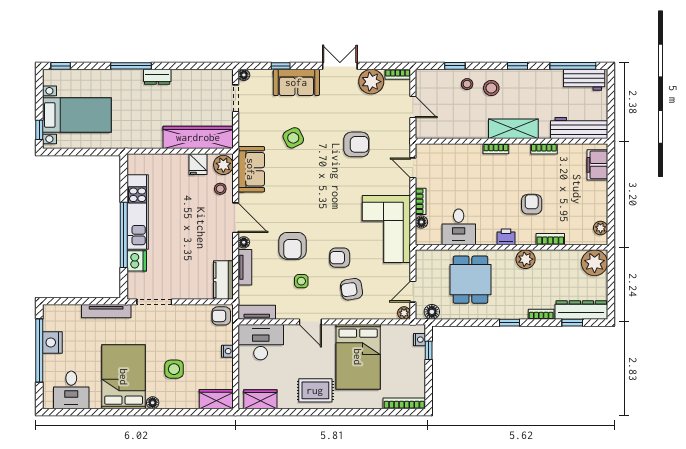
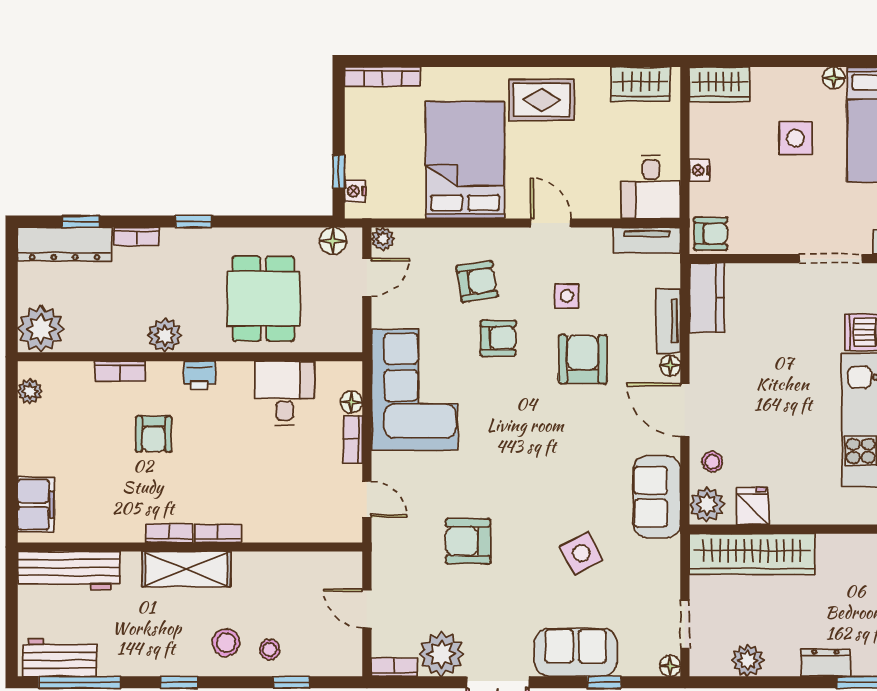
plant: (201, 78) -> (748, 660), added
bookcase: (544, 149) -> (169, 533), moved
desk: (261, 342) -> (651, 187), width x0.73

